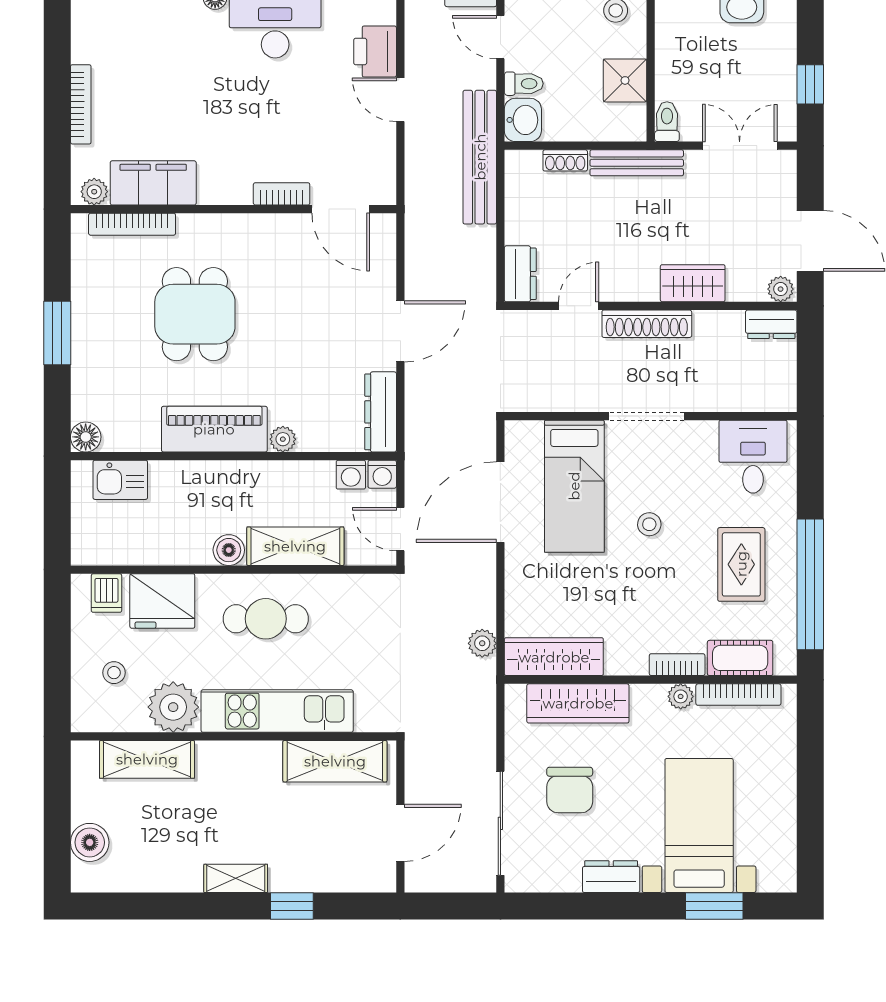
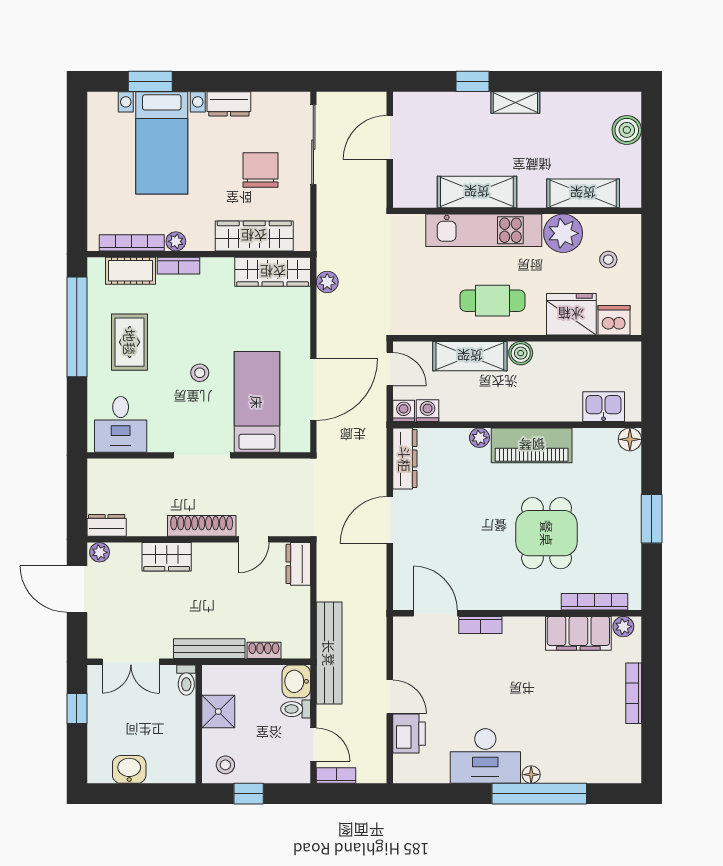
dishwasher: (107, 593) -> (614, 320), width x1.38
shelving: (335, 761) -> (477, 192), moved

